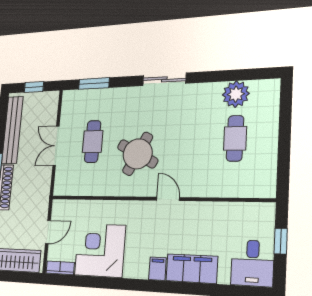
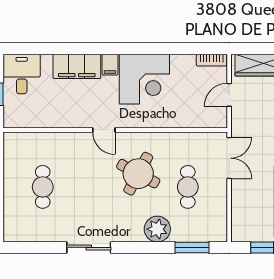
sliding door: (164, 79) -> (89, 247), moved
plant: (236, 94) -> (157, 229), moved
double door: (56, 146) -> (229, 158), moved
corner desk: (100, 250) -> (144, 79), moved

